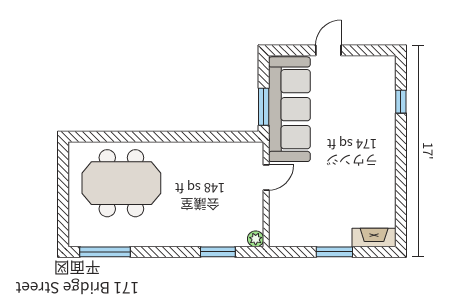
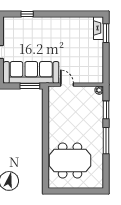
meeting table: (121, 183) -> (70, 161), turned 90
window: (105, 252) -> (106, 141), moved
window: (334, 252) -> (106, 33), moved

